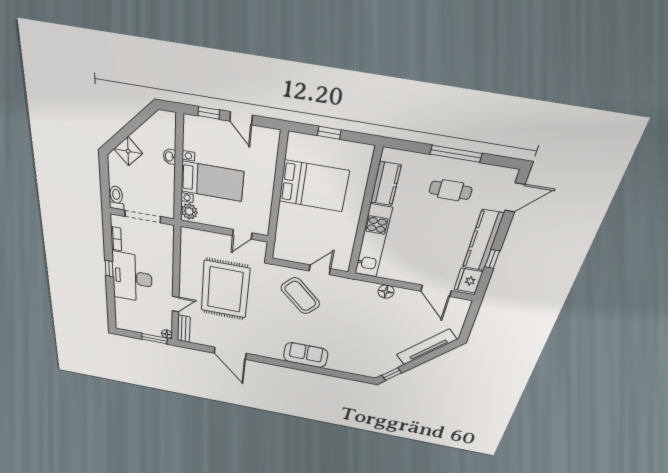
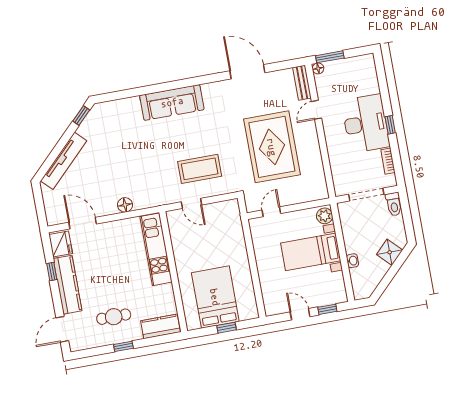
window: (456, 154) -> (123, 346), width x0.46
kitchen counter: (386, 184) -> (161, 326), moved, turned 90
bed: (314, 186) -> (215, 297), moved, turned 90
door: (320, 270) -> (191, 203), hinge flipped
coffee table: (300, 296) -> (200, 169), turned -43
sofa: (306, 355) -> (172, 102), width x1.36

